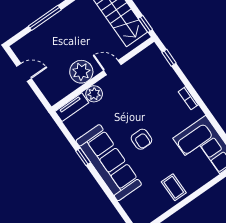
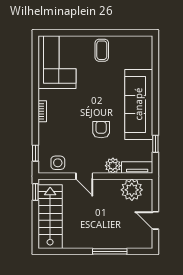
side table: (144, 63) -> (58, 163), added
plant: (81, 72) -> (132, 190), moved
armchair: (141, 139) -> (101, 130), moved
window: (83, 157) -> (155, 144), moved

